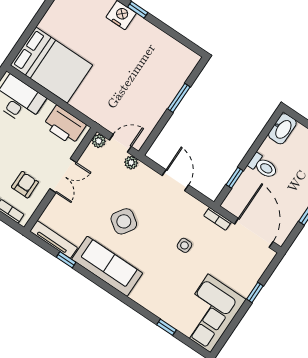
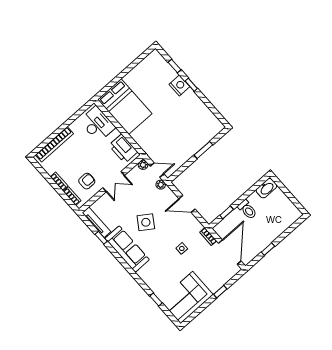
door: (175, 180) -> (187, 204), swing flipped

